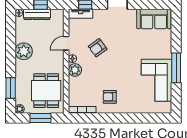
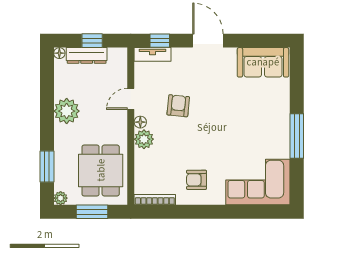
armchair: (98, 48) -> (178, 106), turned 132
corner sofa: (157, 80) -> (258, 182), moved, turned 90

